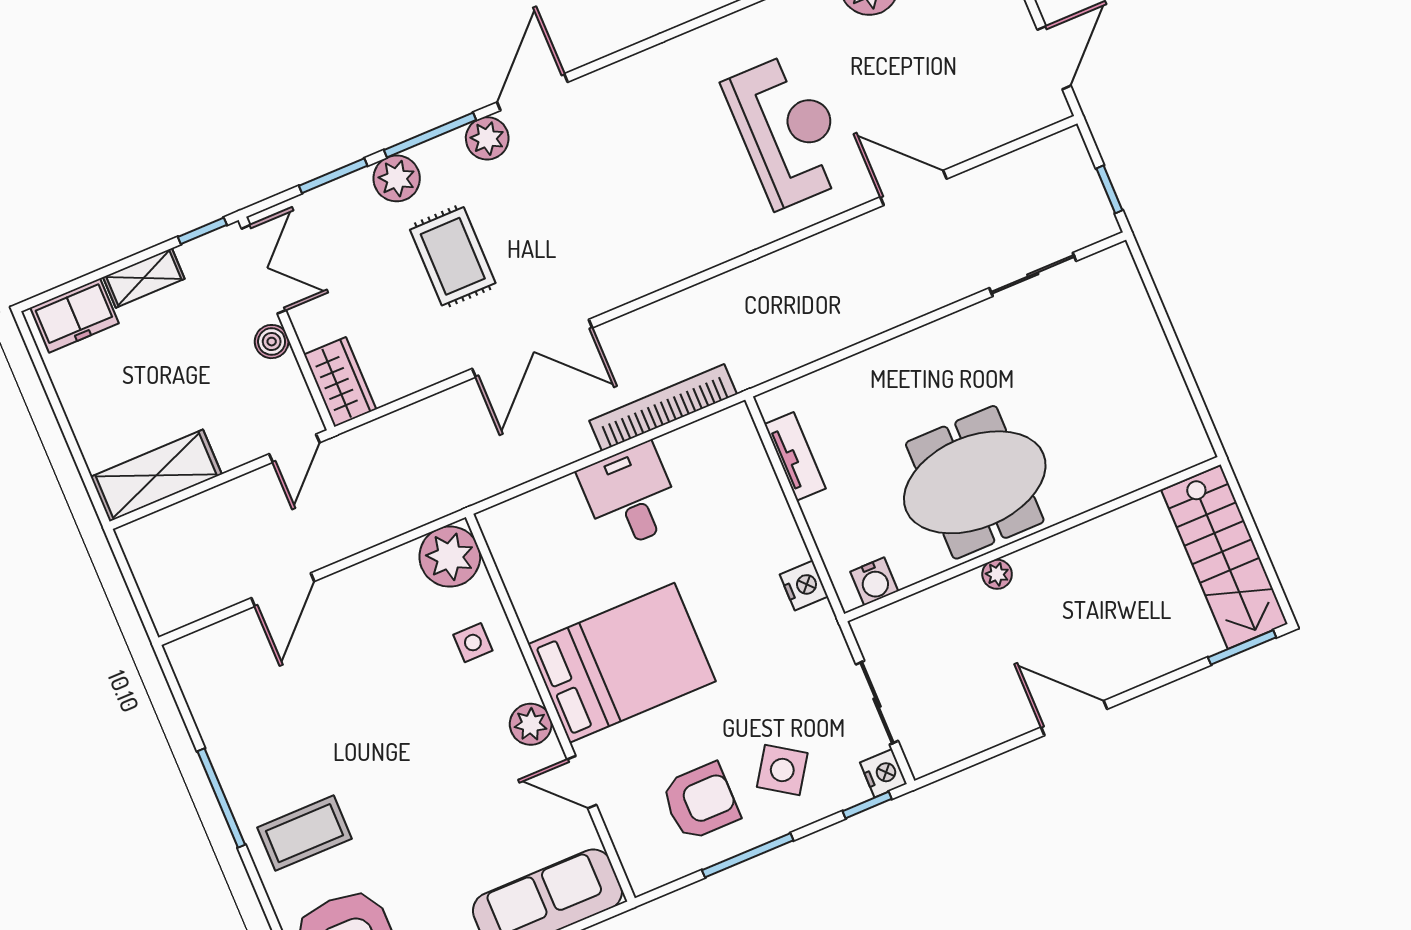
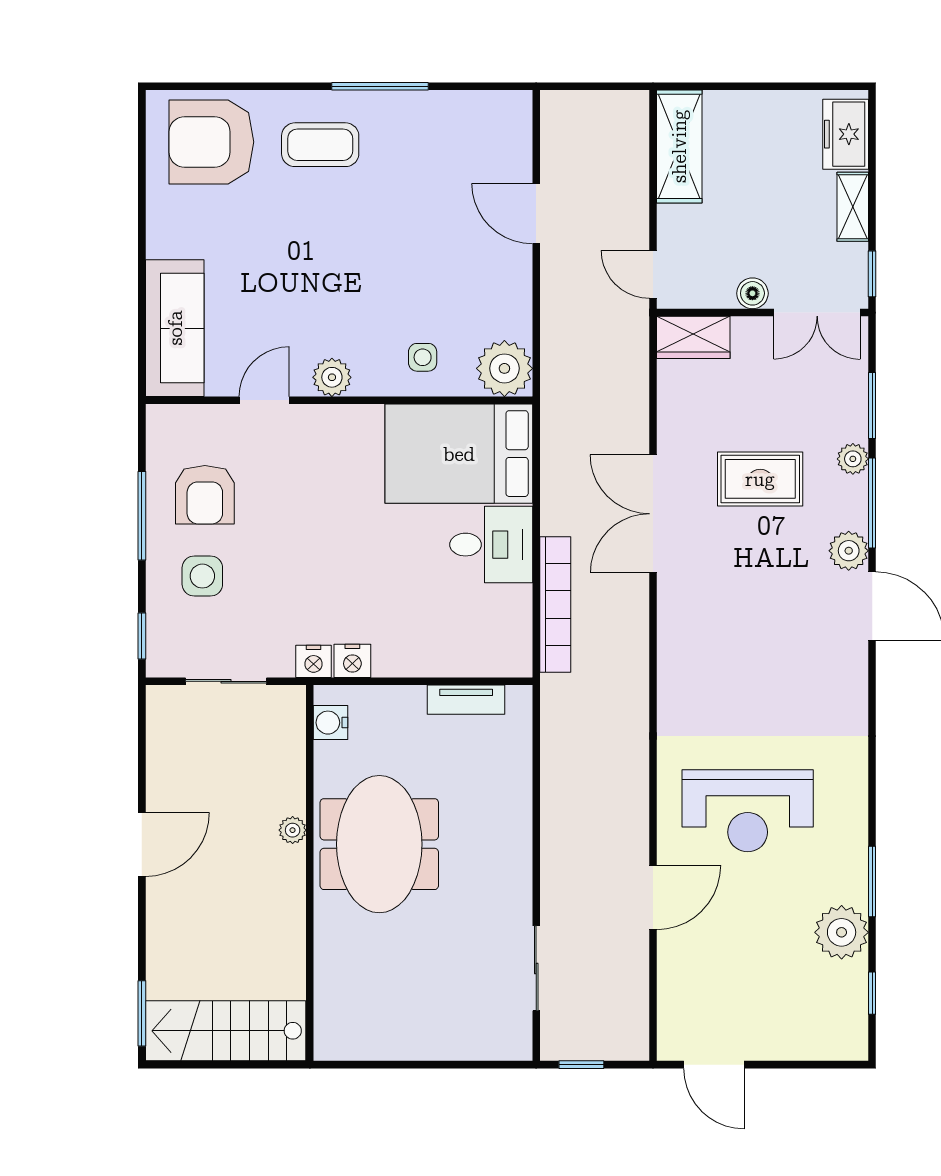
plant: (397, 178) -> (853, 459), width x0.73, depth x0.73
bed: (622, 663) -> (459, 454), moved, turned 90
side table: (782, 770) -> (202, 576), turned -34
nightstand: (883, 773) -> (314, 661), moved
coffee table: (304, 833) -> (320, 145), turned 90

